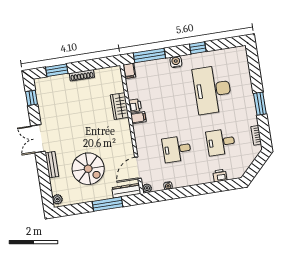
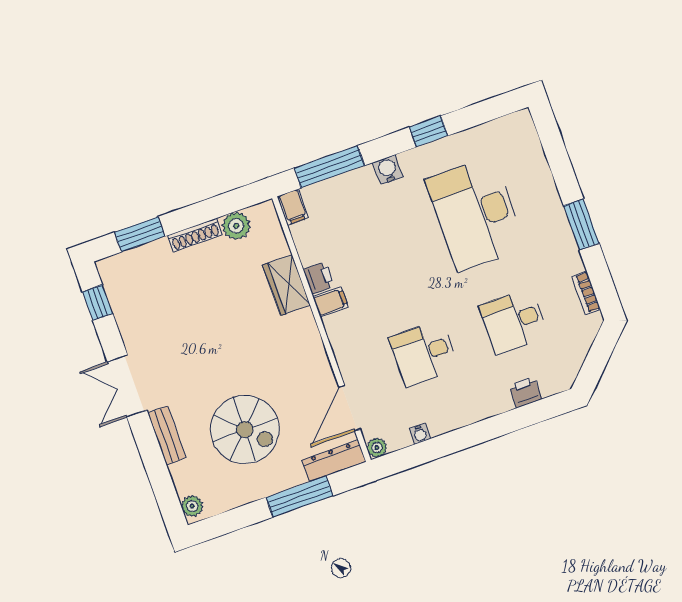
plant: (102, 75) -> (236, 226), added

